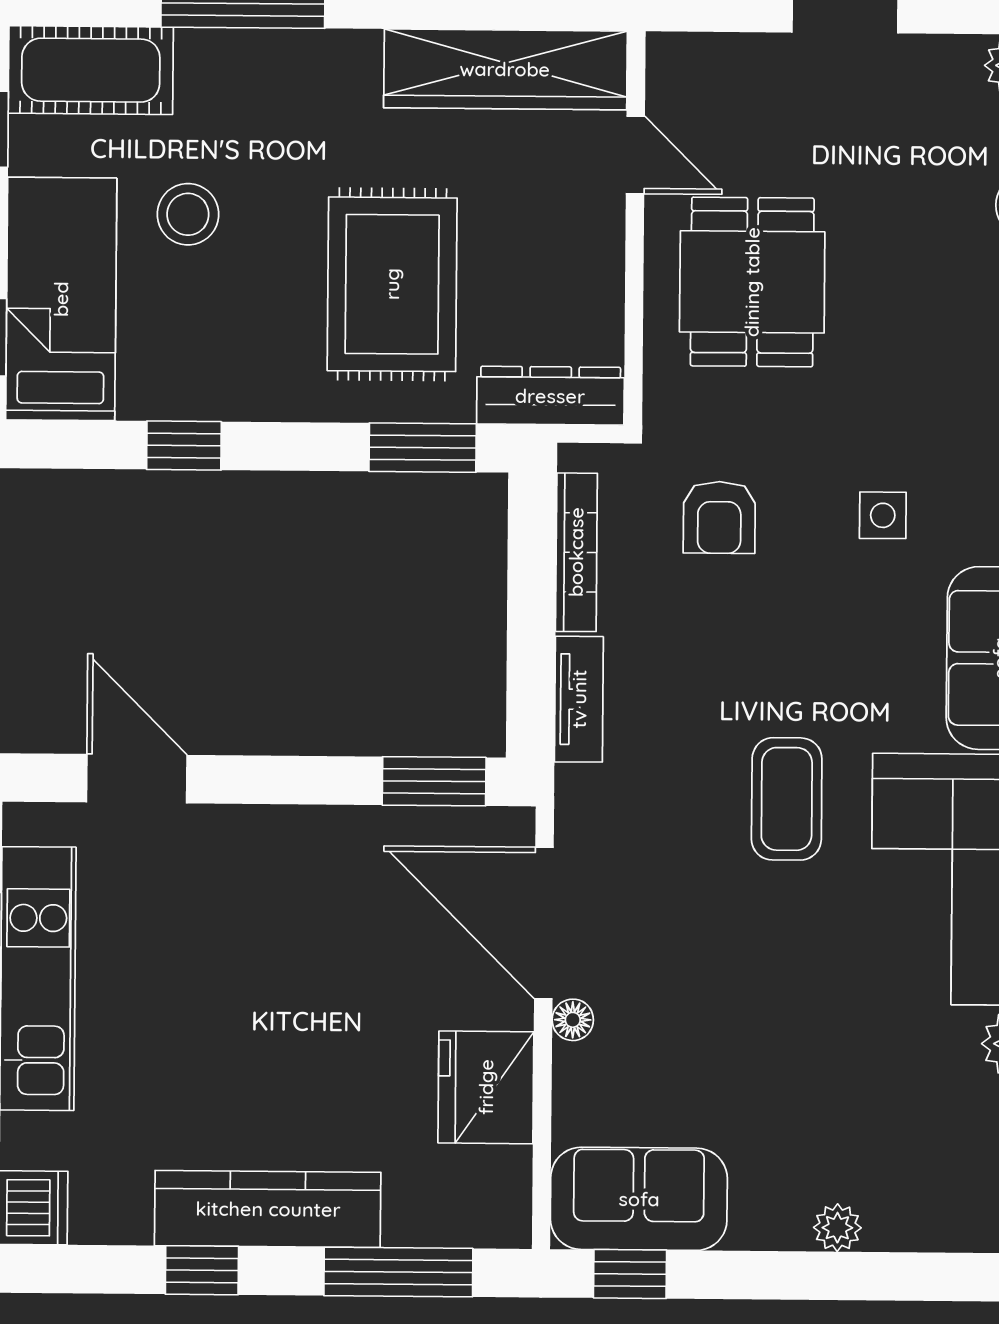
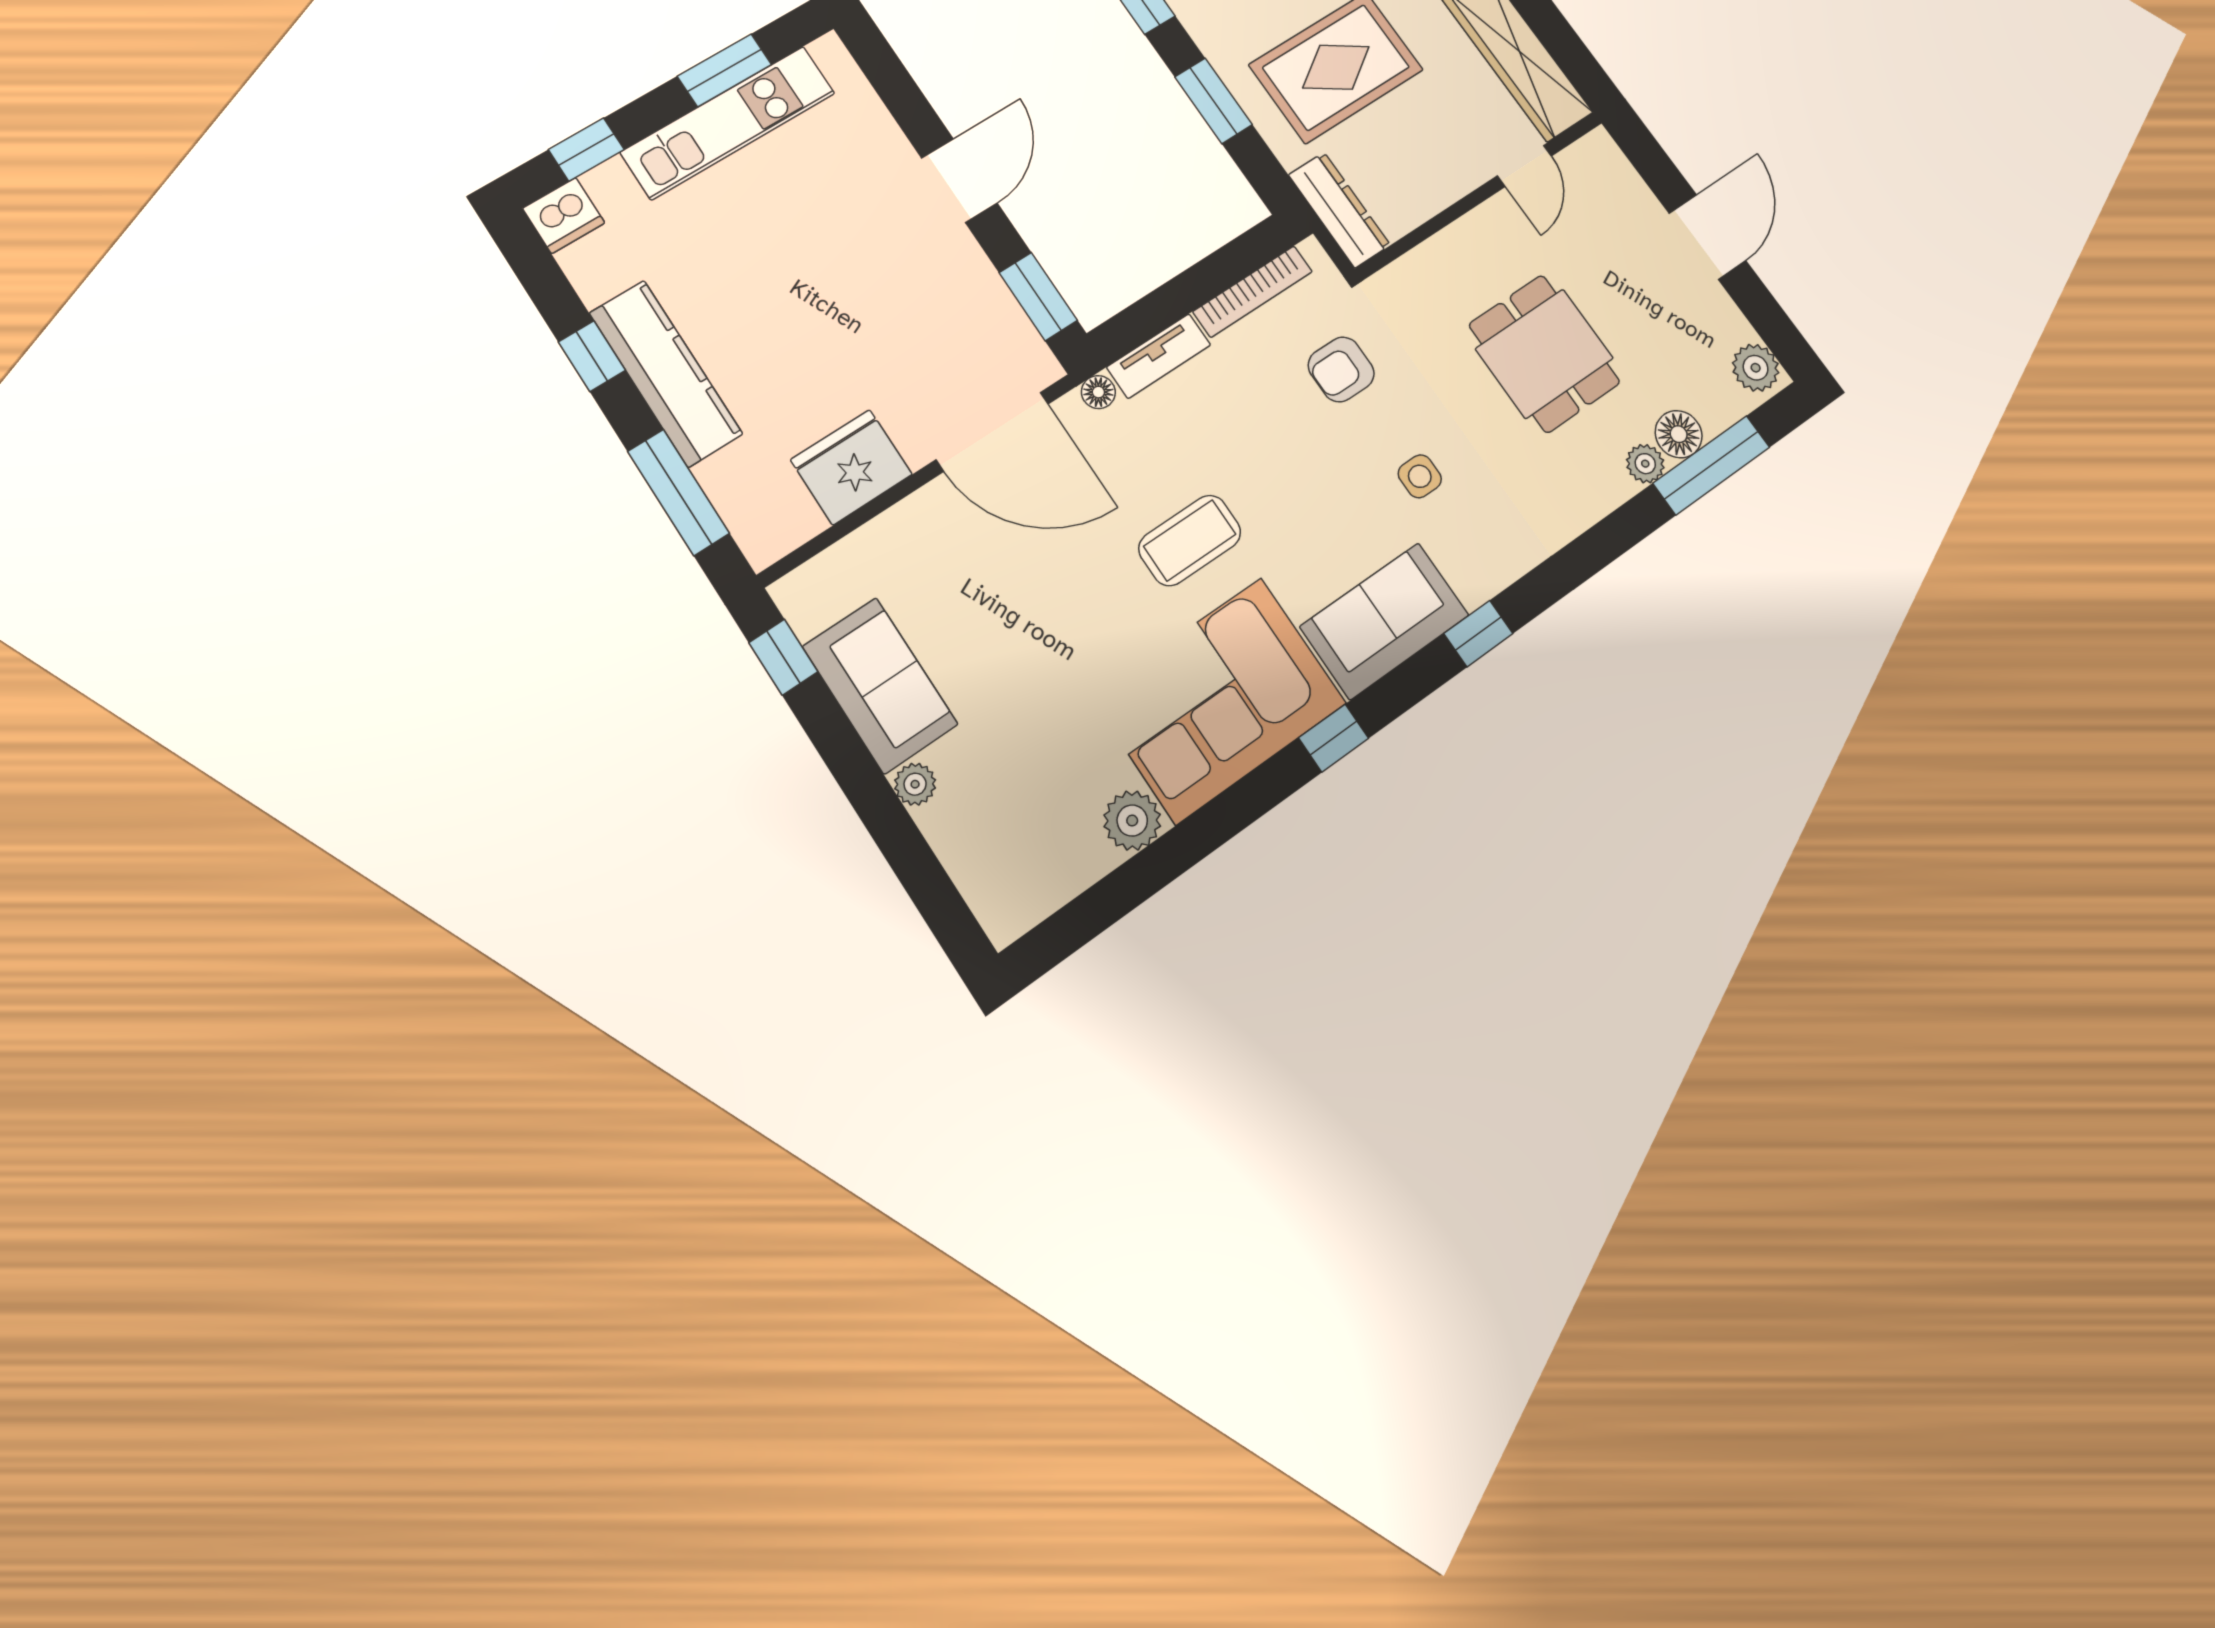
dining table: (752, 282) -> (1544, 354), moved, turned 90
window: (423, 448) -> (1213, 101), moved
door: (137, 779) -> (959, 181), moved
door: (544, 923) -> (992, 432), swing flipped
floor lamp: (573, 1020) -> (1098, 392), moved
sofa: (639, 1199) -> (880, 685), moved

